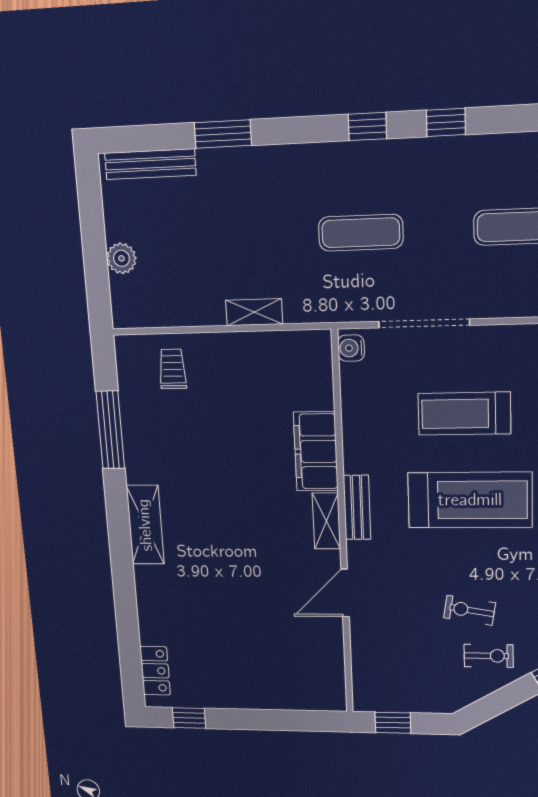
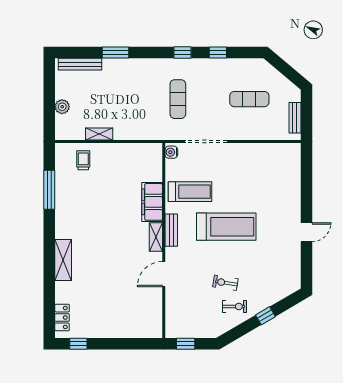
exercise mat: (361, 233) -> (178, 99), turned 90
shelving: (254, 312) -> (99, 134), moved
treadmill: (464, 414) -> (190, 192), moved, turned 180
shelving: (145, 525) -> (63, 260), moved

